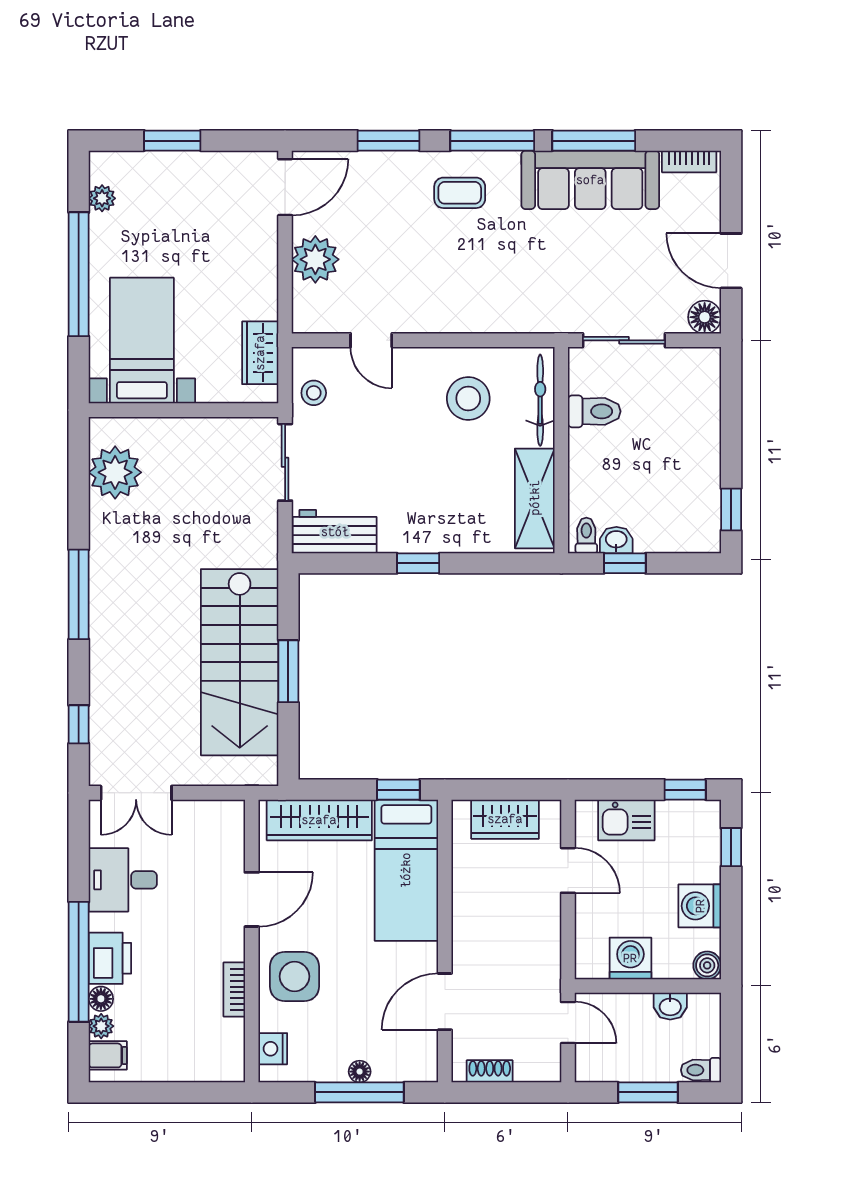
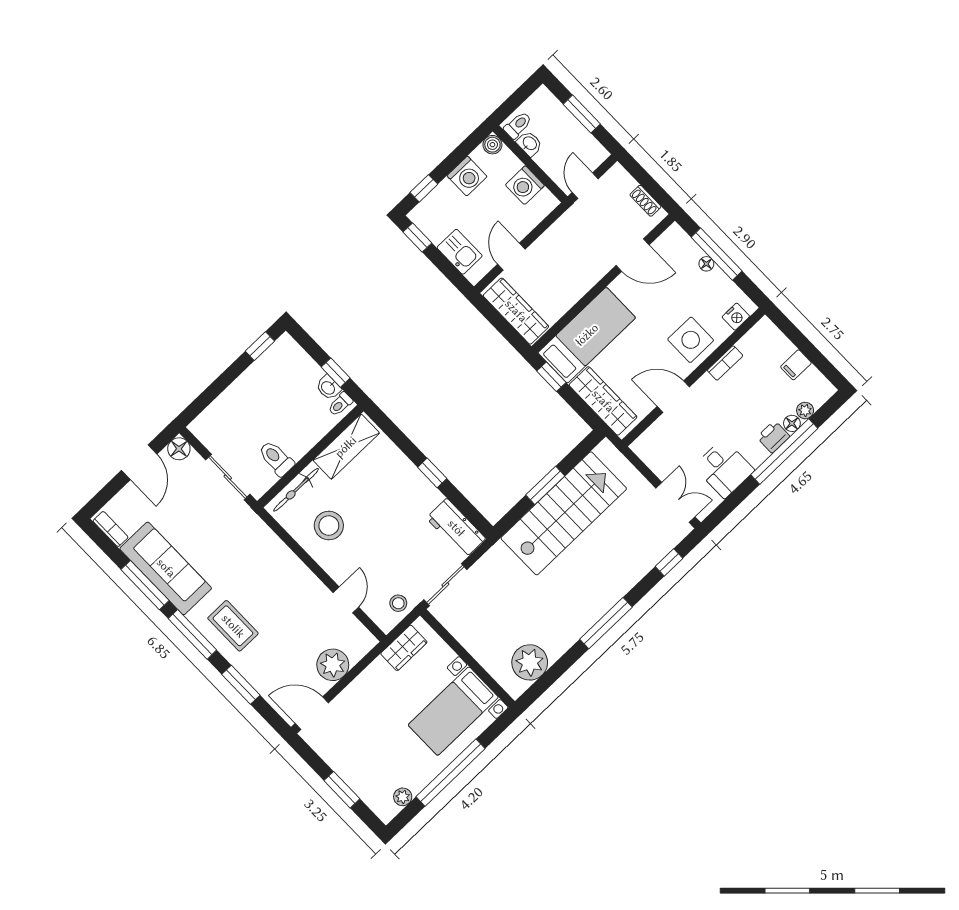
coffee table: (460, 193) -> (233, 626), width x1.36, depth x1.30
wardrobe: (505, 819) -> (516, 311), width x1.50
printer: (110, 958) -> (773, 437), width x0.73, depth x0.81
filing cabinet: (108, 1055) -> (796, 365), moved, turned -90
toilet: (701, 1070) -> (518, 125), moved, turned -90

